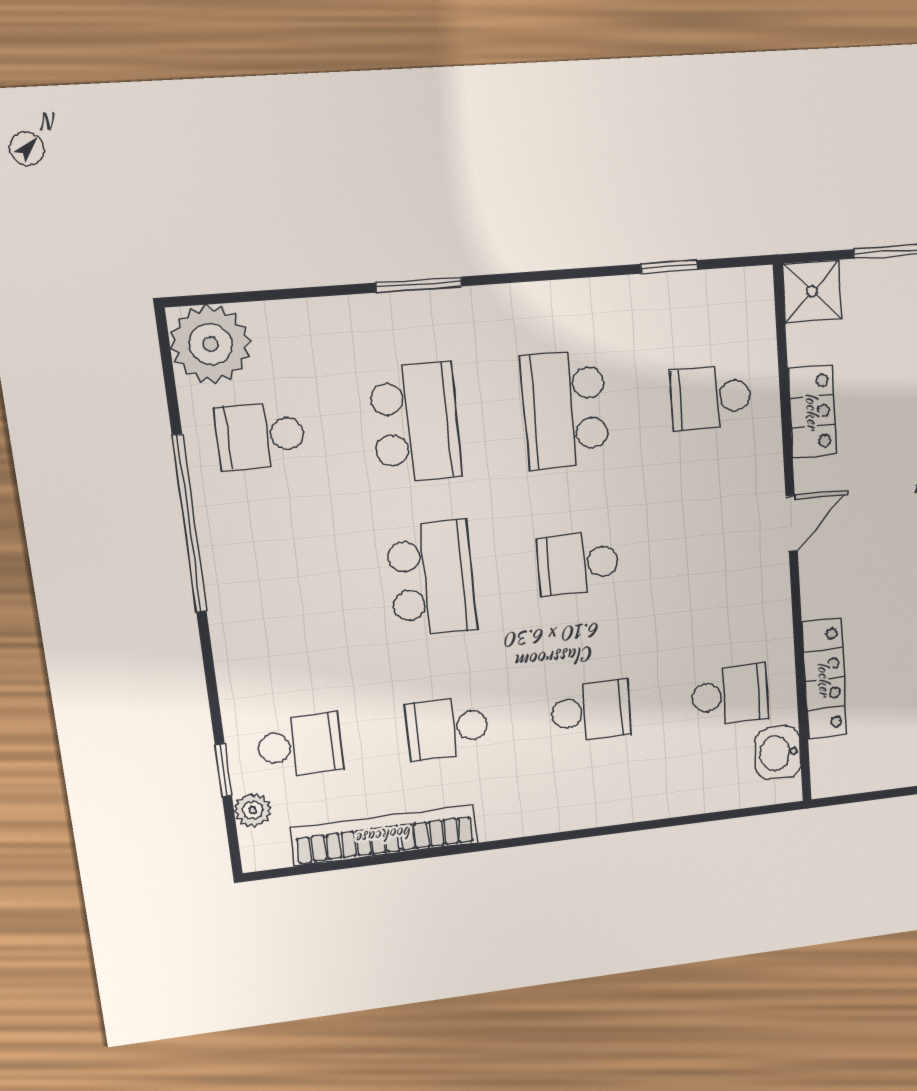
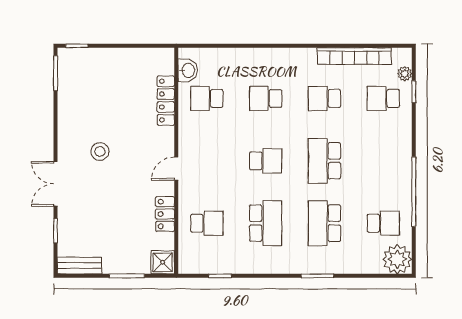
school desk: (448, 728) -> (324, 98), turned 180

